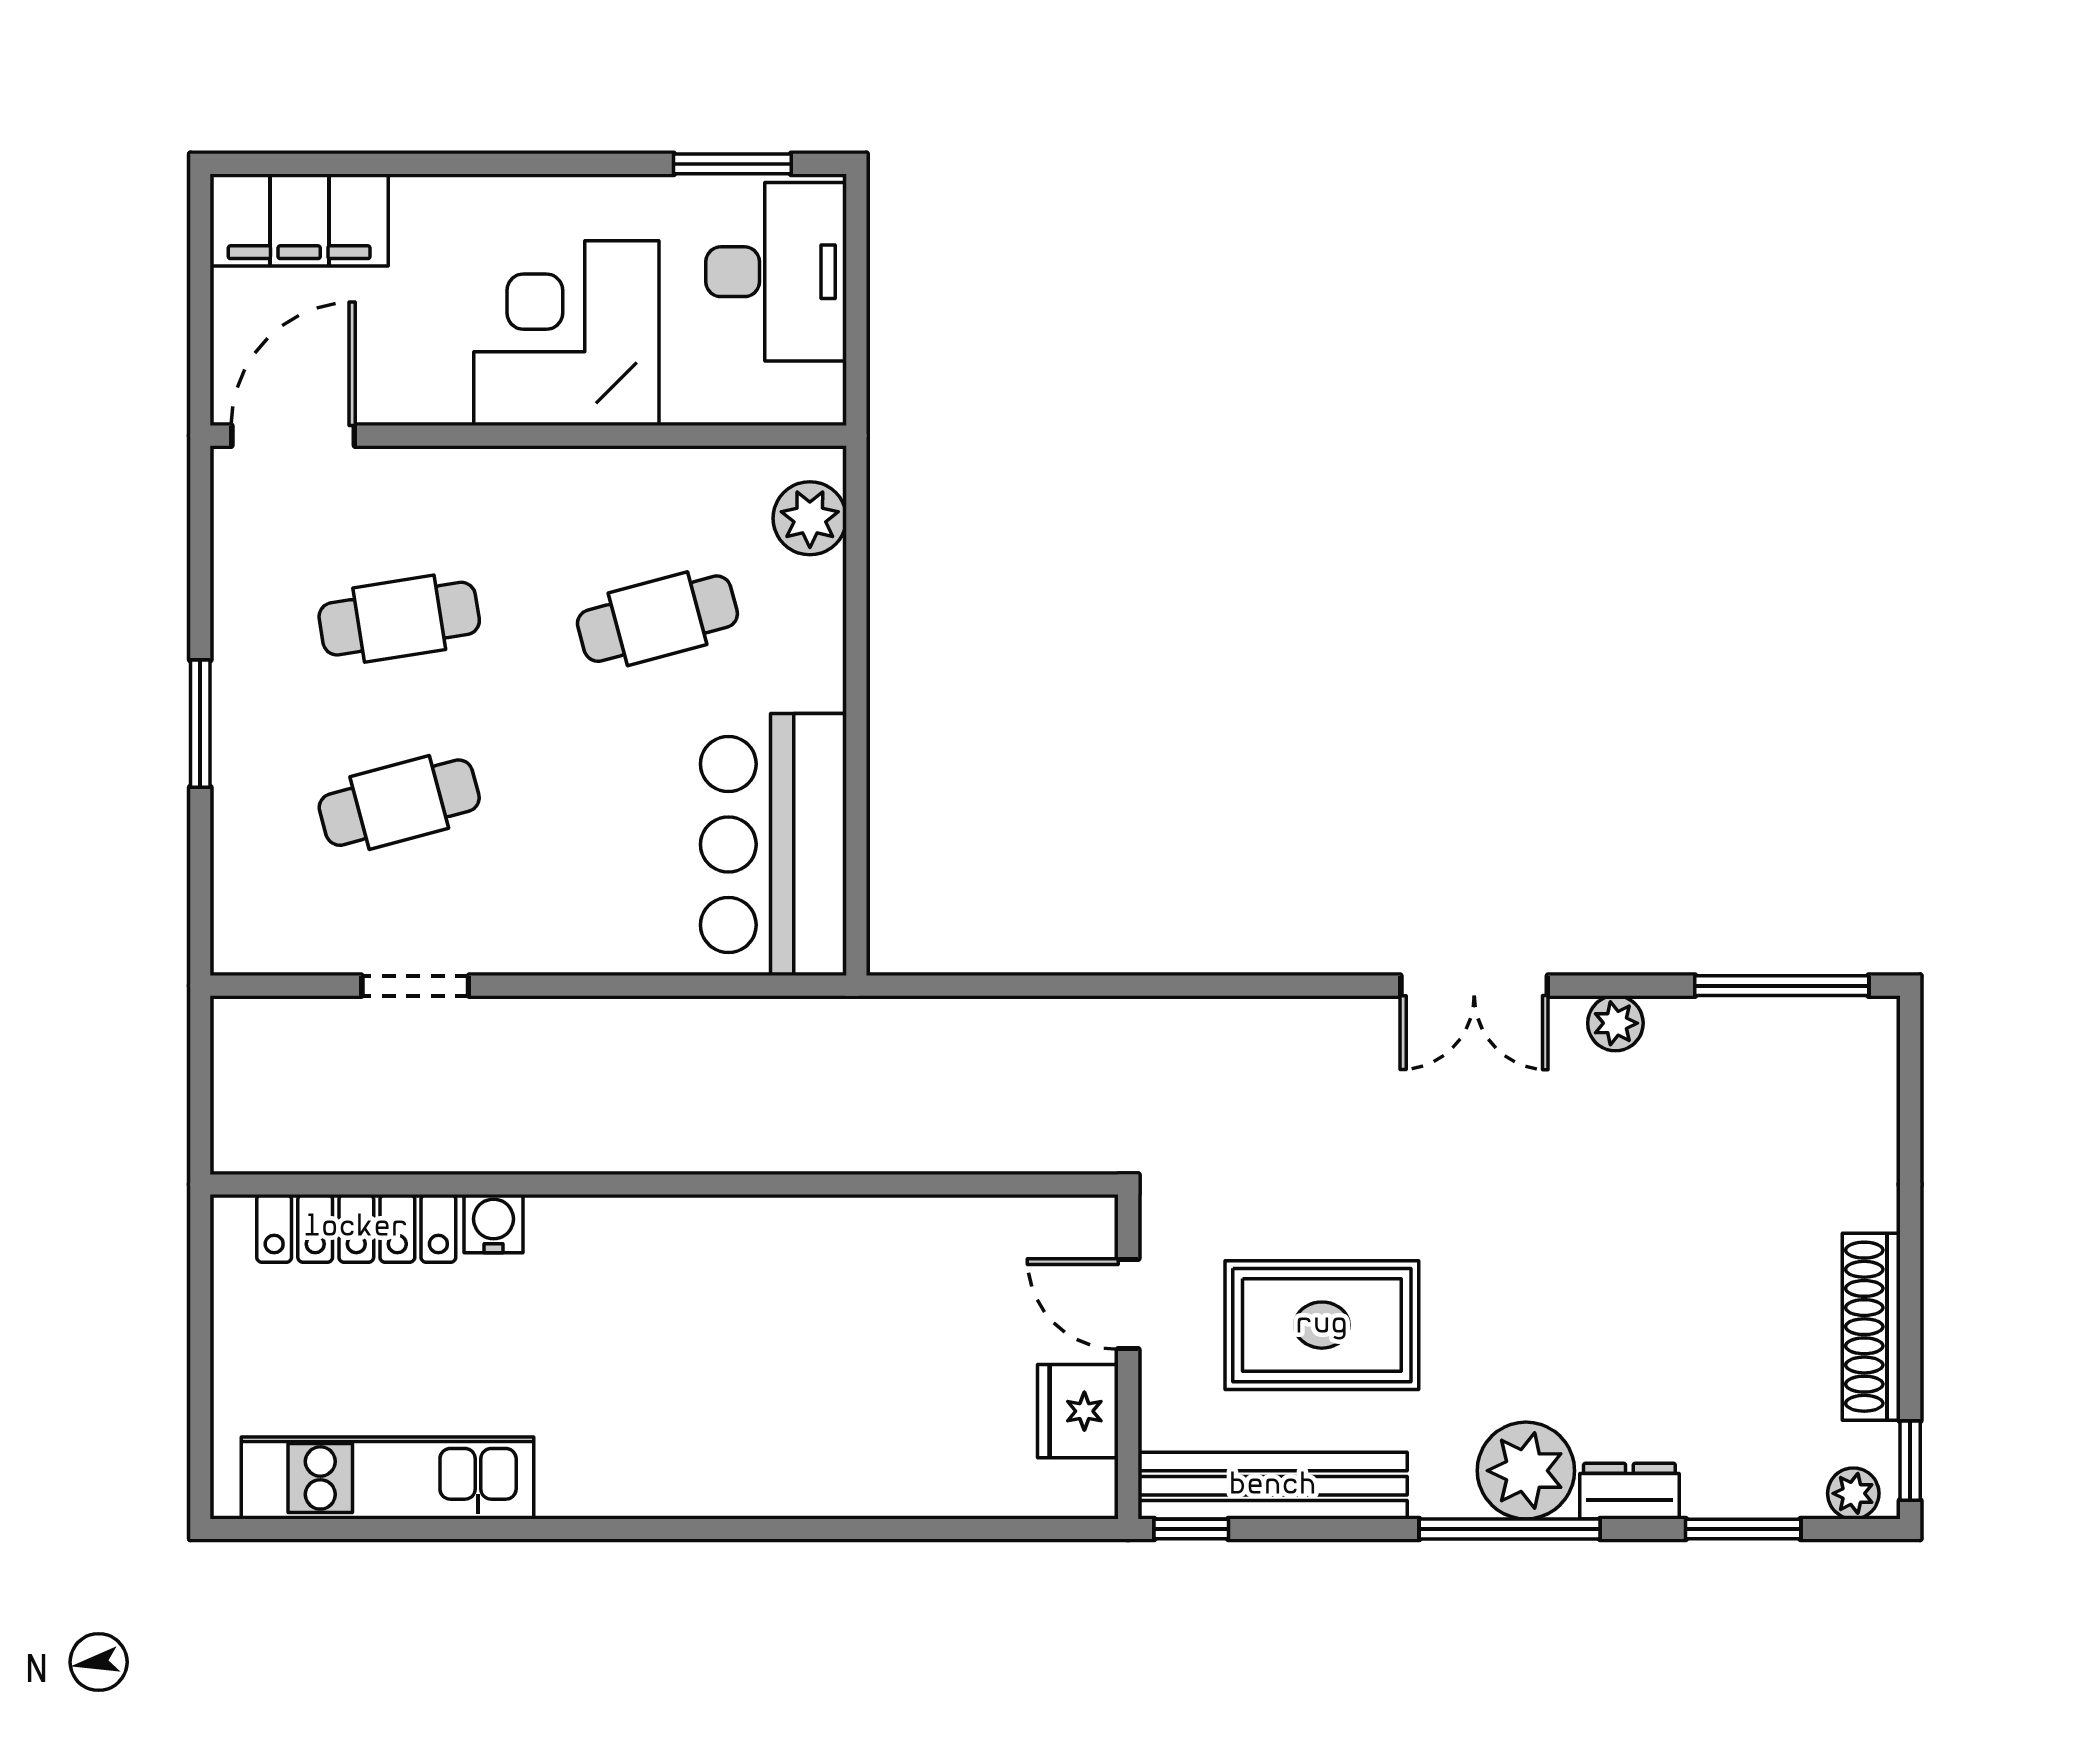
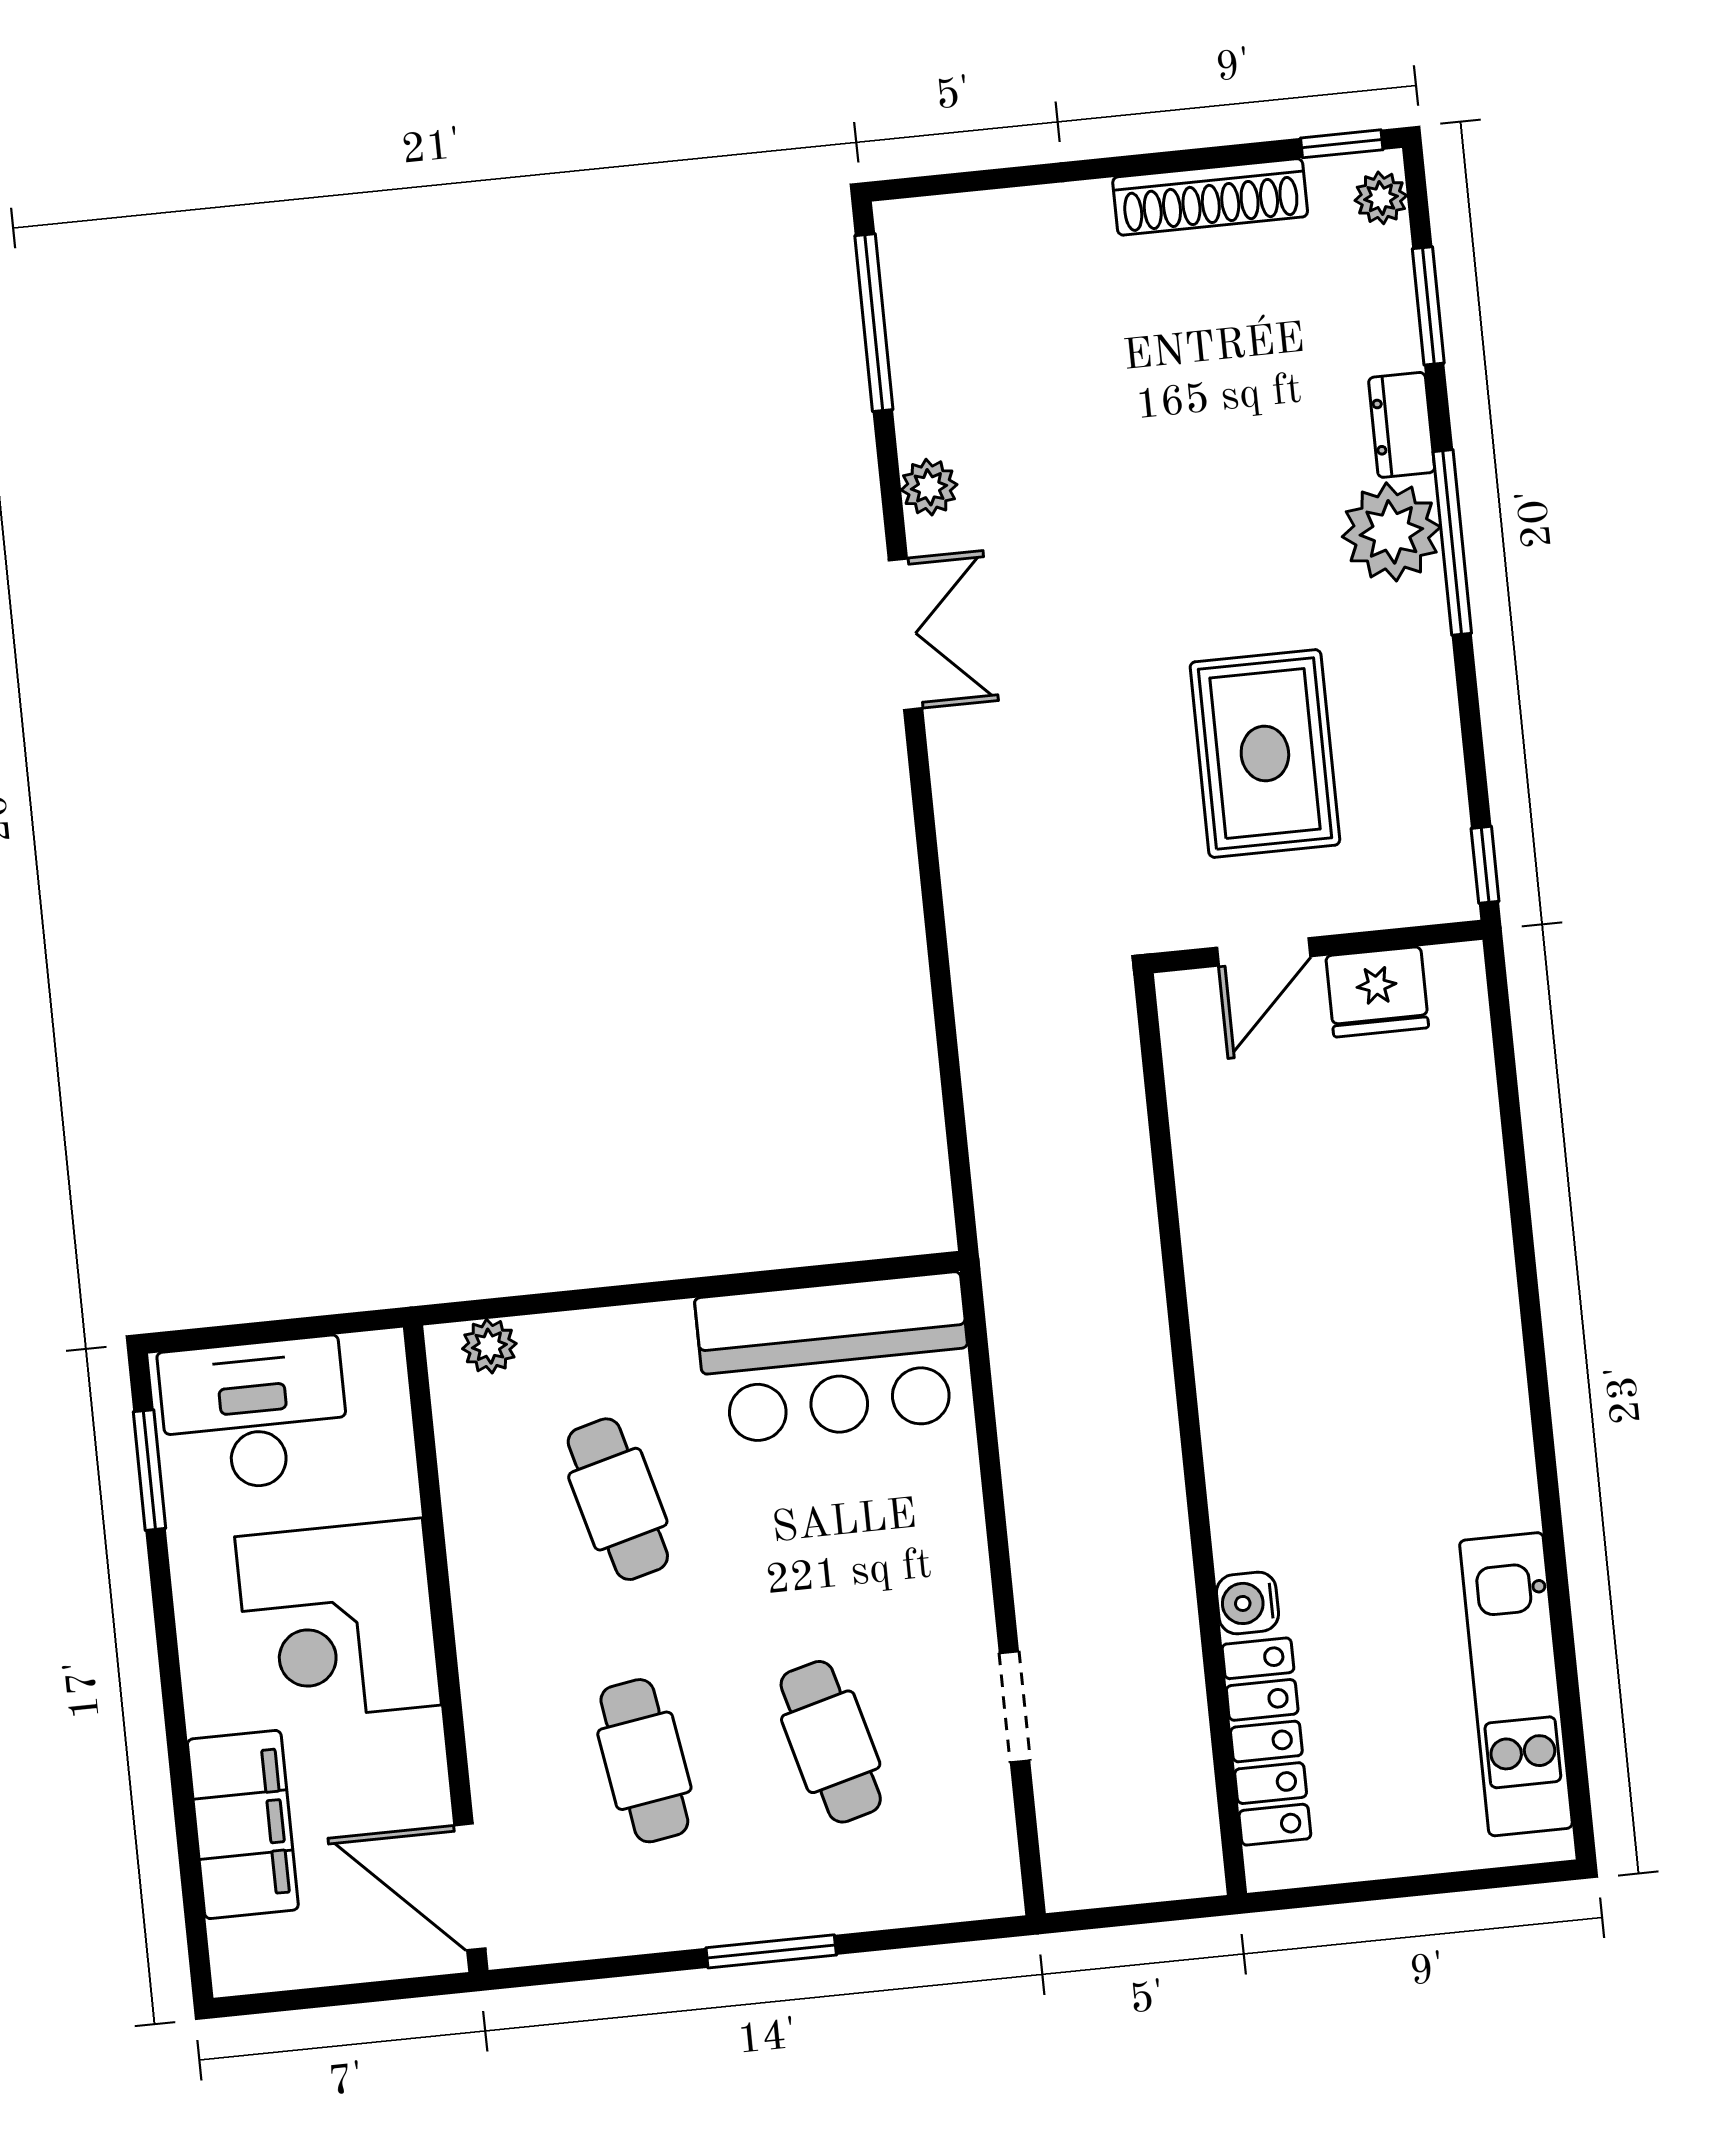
filing cabinet: (299, 220) -> (243, 1825), moved
plant: (810, 518) -> (489, 1346), width x0.73, depth x0.73
bench: (1273, 1486) -> (1433, 787), removed

